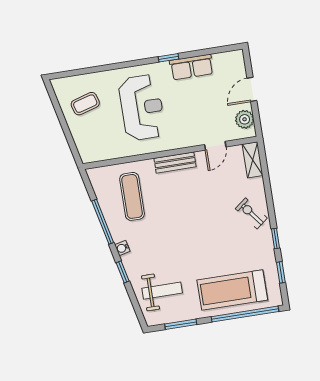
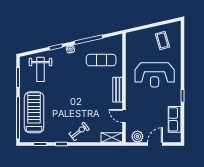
row of seats: (192, 67) -> (175, 119), moved
door: (252, 89) -> (155, 144), hinge flipped

